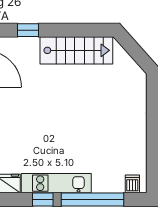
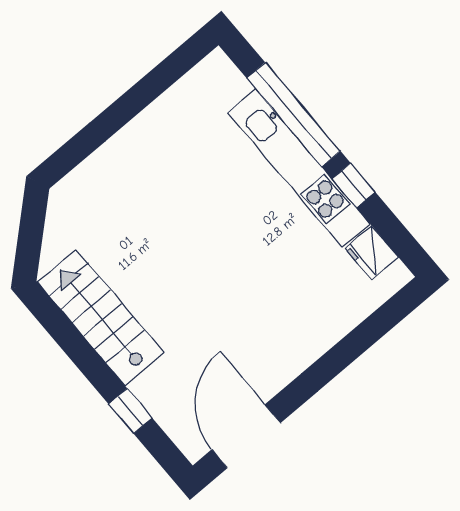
kitchen unit: (56, 183) -> (299, 168), width x1.36
dishwasher: (132, 184) -> (223, 77), removed

